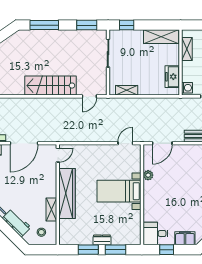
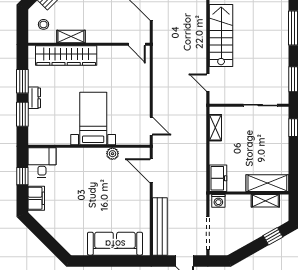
shelving: (161, 37) -> (267, 183), moved, turned 90
freezer: (172, 77) -> (218, 178), moved, turned 90
wardrobe: (67, 194) -> (66, 56), moved

